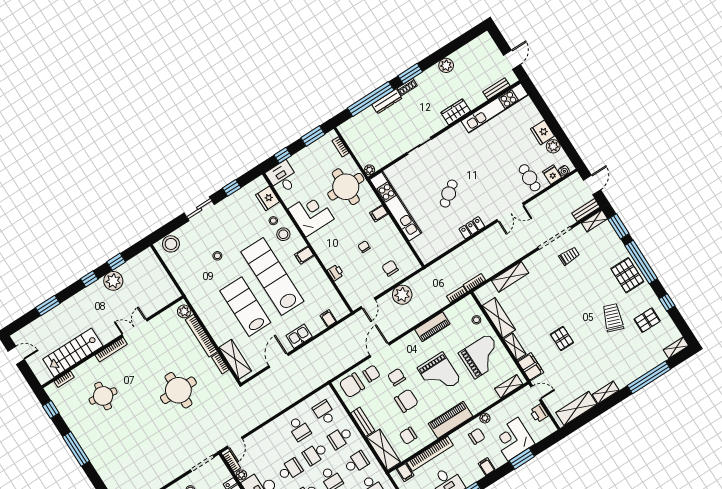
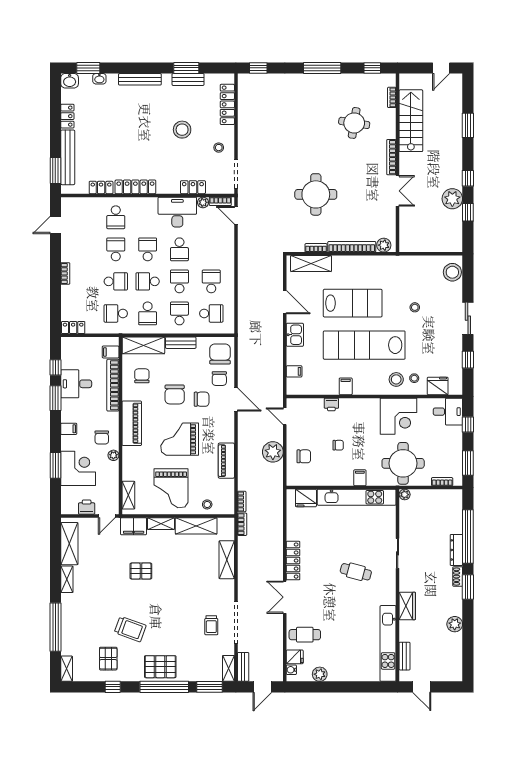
fridge: (542, 132) -> (306, 498), moved, turned 180
door: (592, 185) -> (262, 687), hinge flipped
cafe table: (449, 194) -> (356, 572), moved, turned -39
locker: (472, 228) -> (293, 561), width x1.53
filing cabinet: (304, 255) -> (346, 386), moved
lab bench: (272, 277) -> (364, 345), turned 180
school desk: (299, 429) -> (211, 281), turned 90

